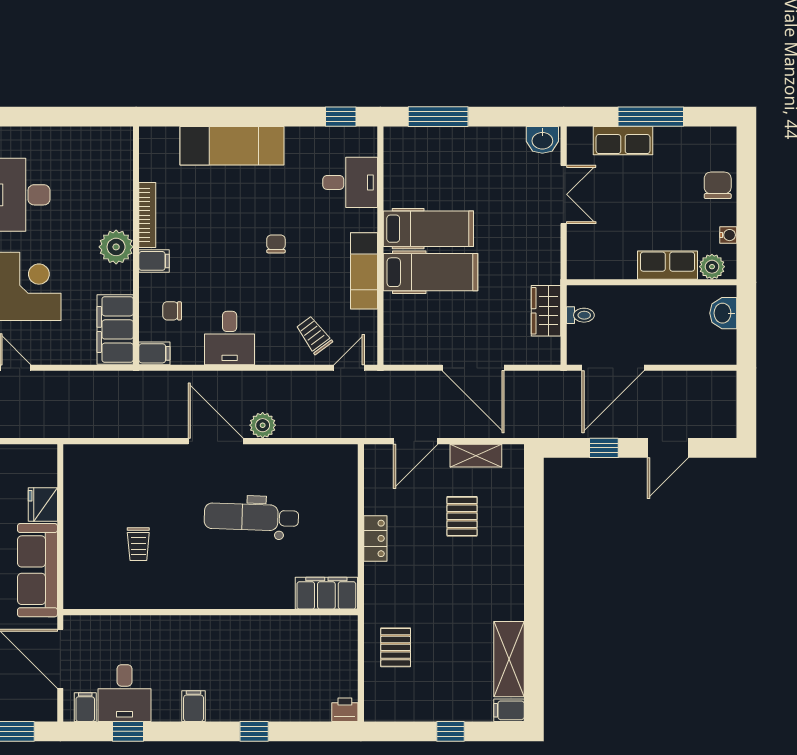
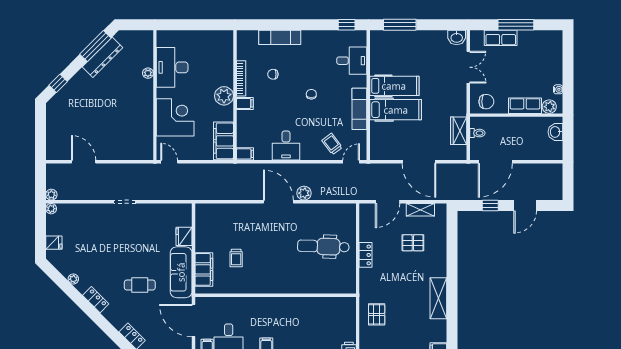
exam couch: (232, 146) -> (280, 37), width x0.73, depth x0.69
chair: (718, 185) -> (486, 102), moved, turned 90
chair: (172, 311) -> (273, 74), moved
pallet: (462, 516) -> (413, 243), turned 90
dental chair: (251, 517) -> (323, 246), moved
filing cabinet: (326, 593) -> (204, 269), moved, turned 90
shelving: (509, 659) -> (438, 298), moved

